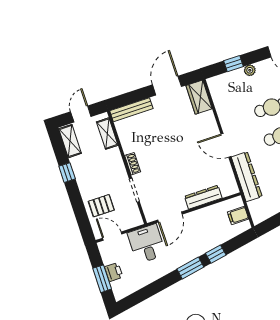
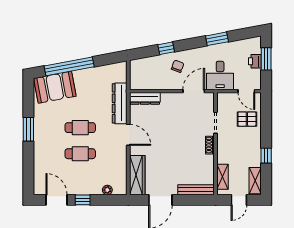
window: (233, 64) -> (83, 200), moved
plant: (250, 70) -> (107, 190), moved
wardrobe: (199, 97) -> (137, 175), width x1.50
dresser: (203, 197) -> (145, 98), moved
filing cabinet: (238, 215) -> (137, 74), removed
chair: (197, 239) -> (178, 66), added
window: (190, 268) -> (217, 39), moved

